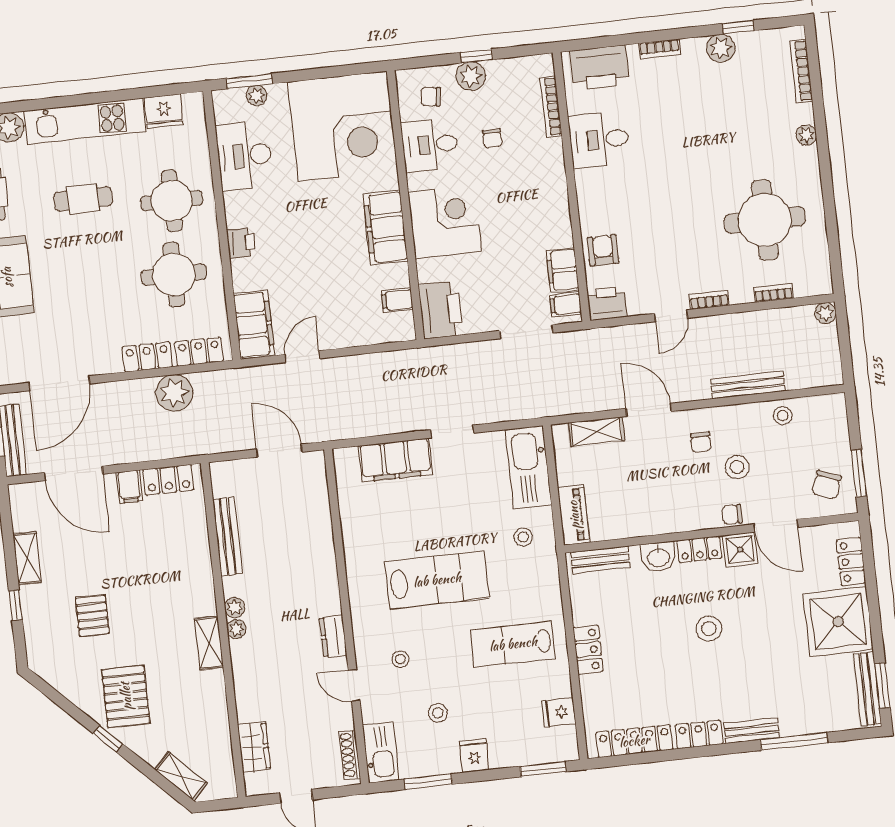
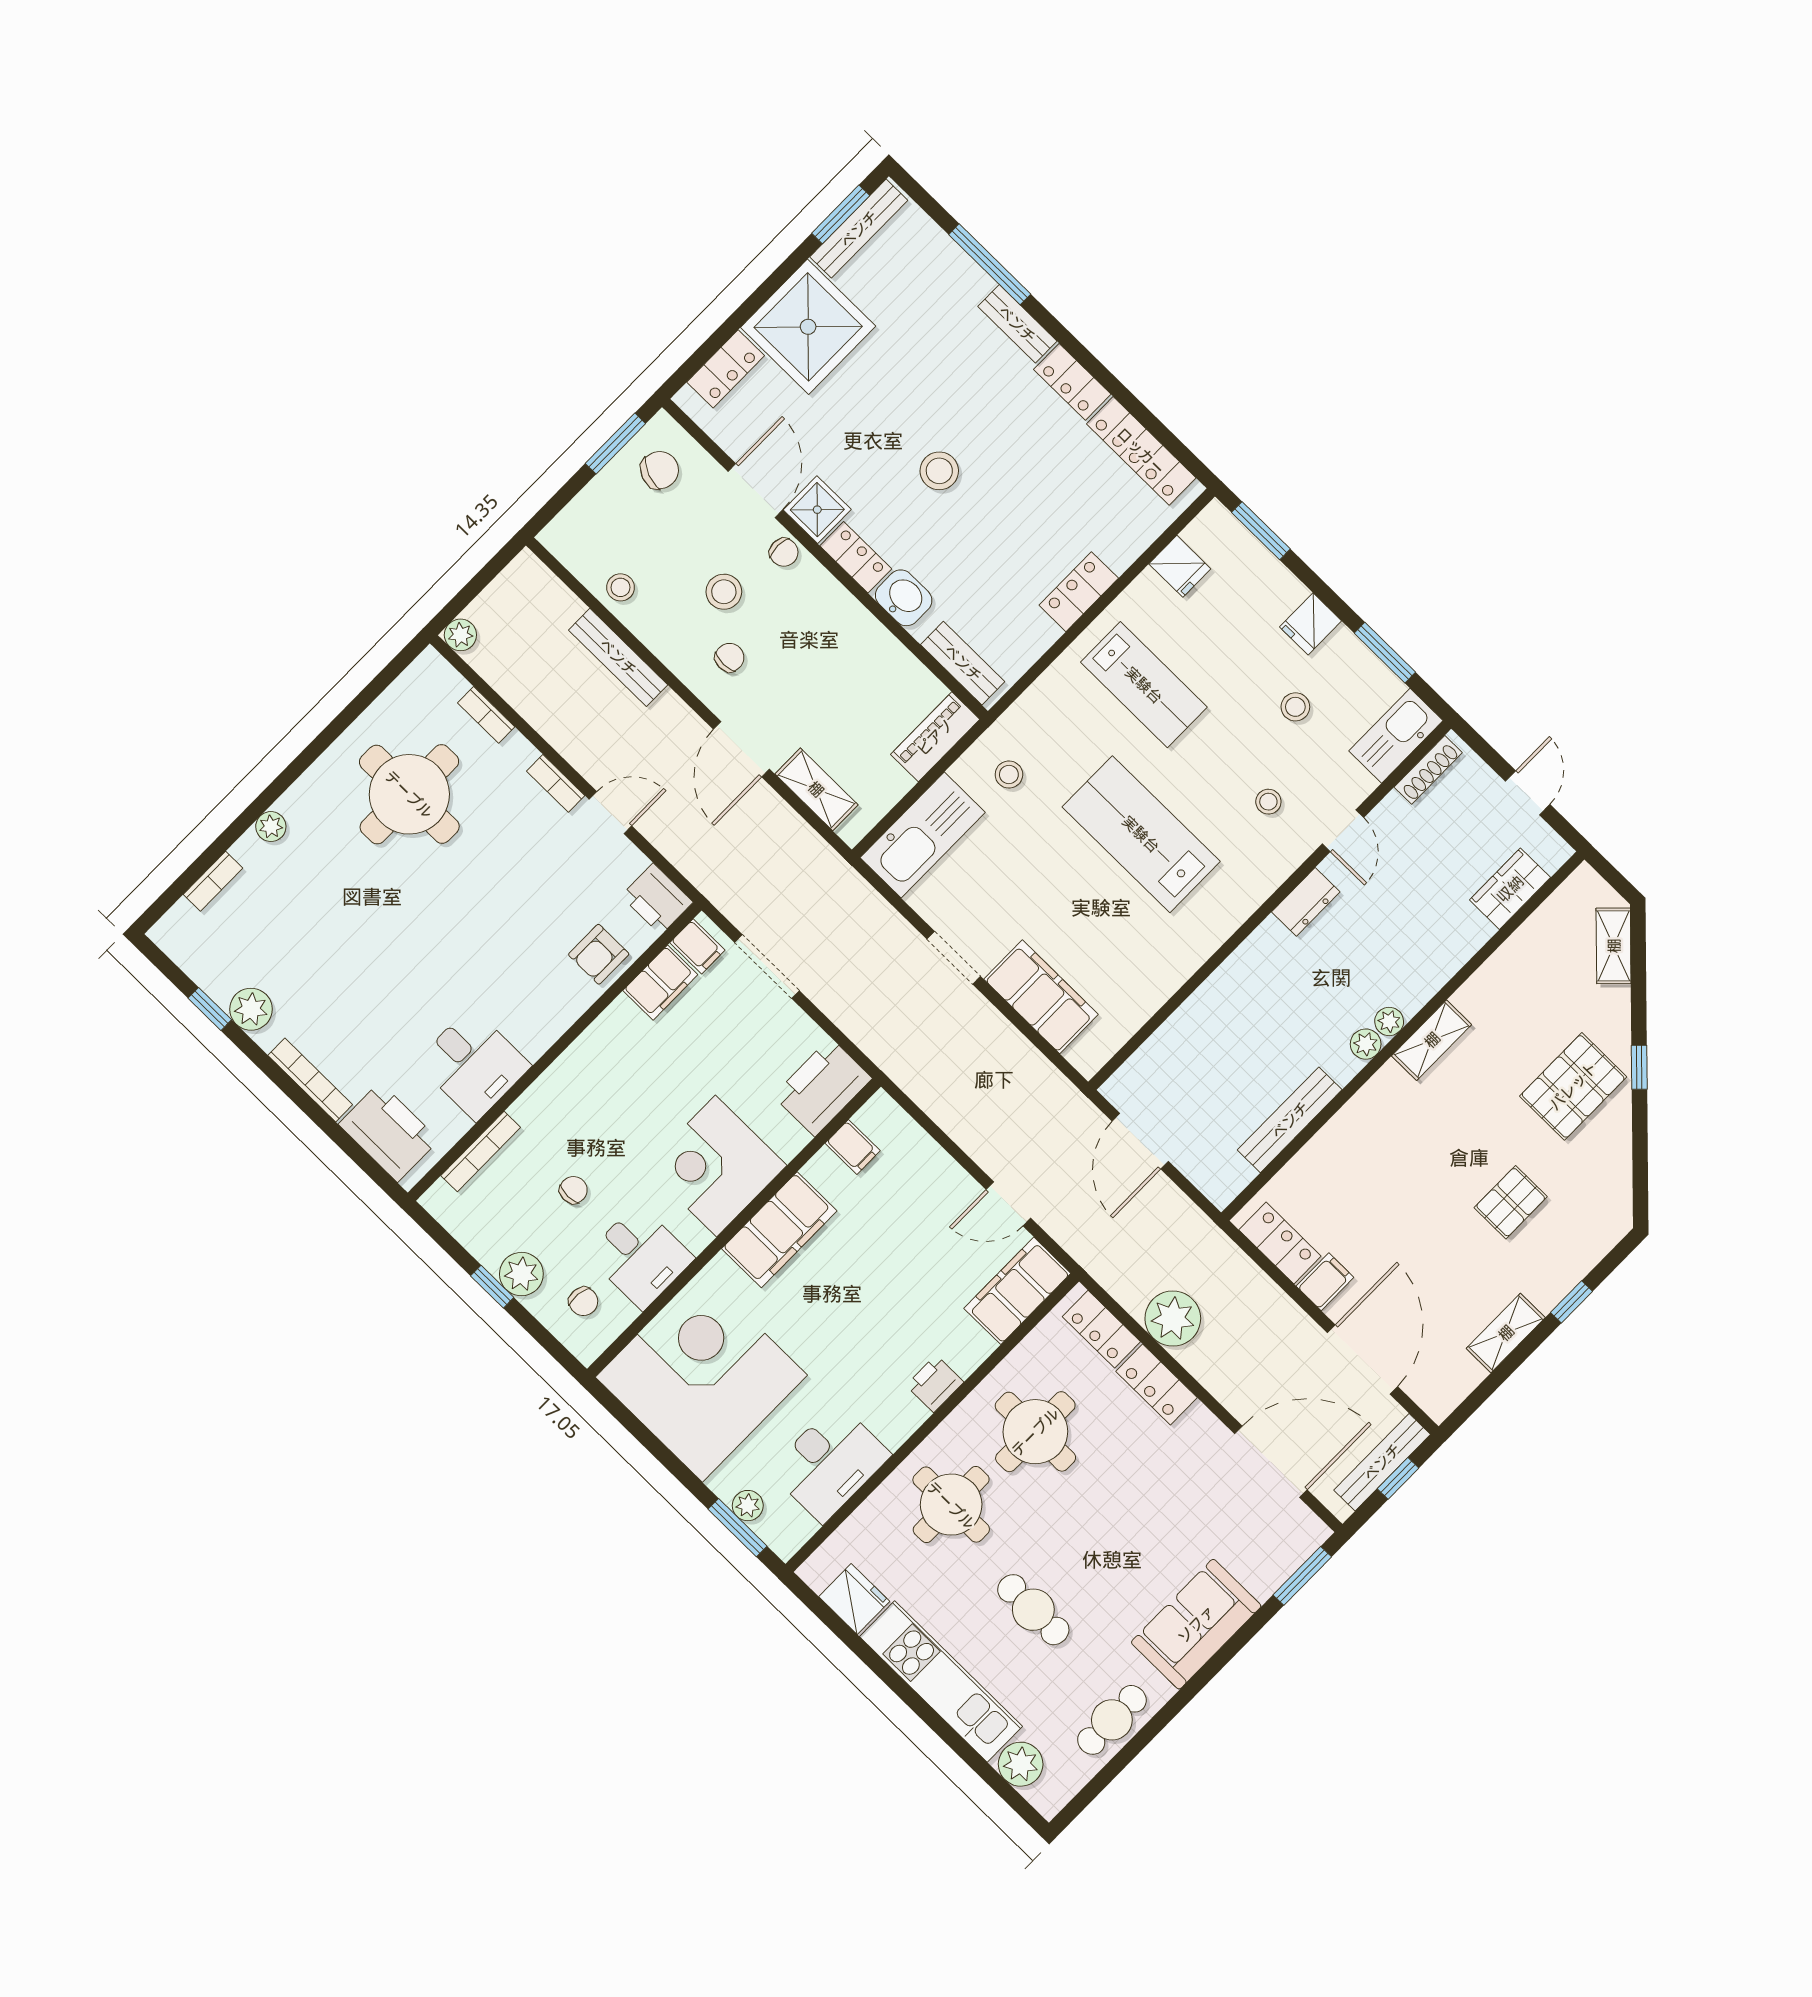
bookcase: (659, 49) -> (310, 1080), width x1.56
bookcase: (801, 71) -> (213, 881), width x0.64

